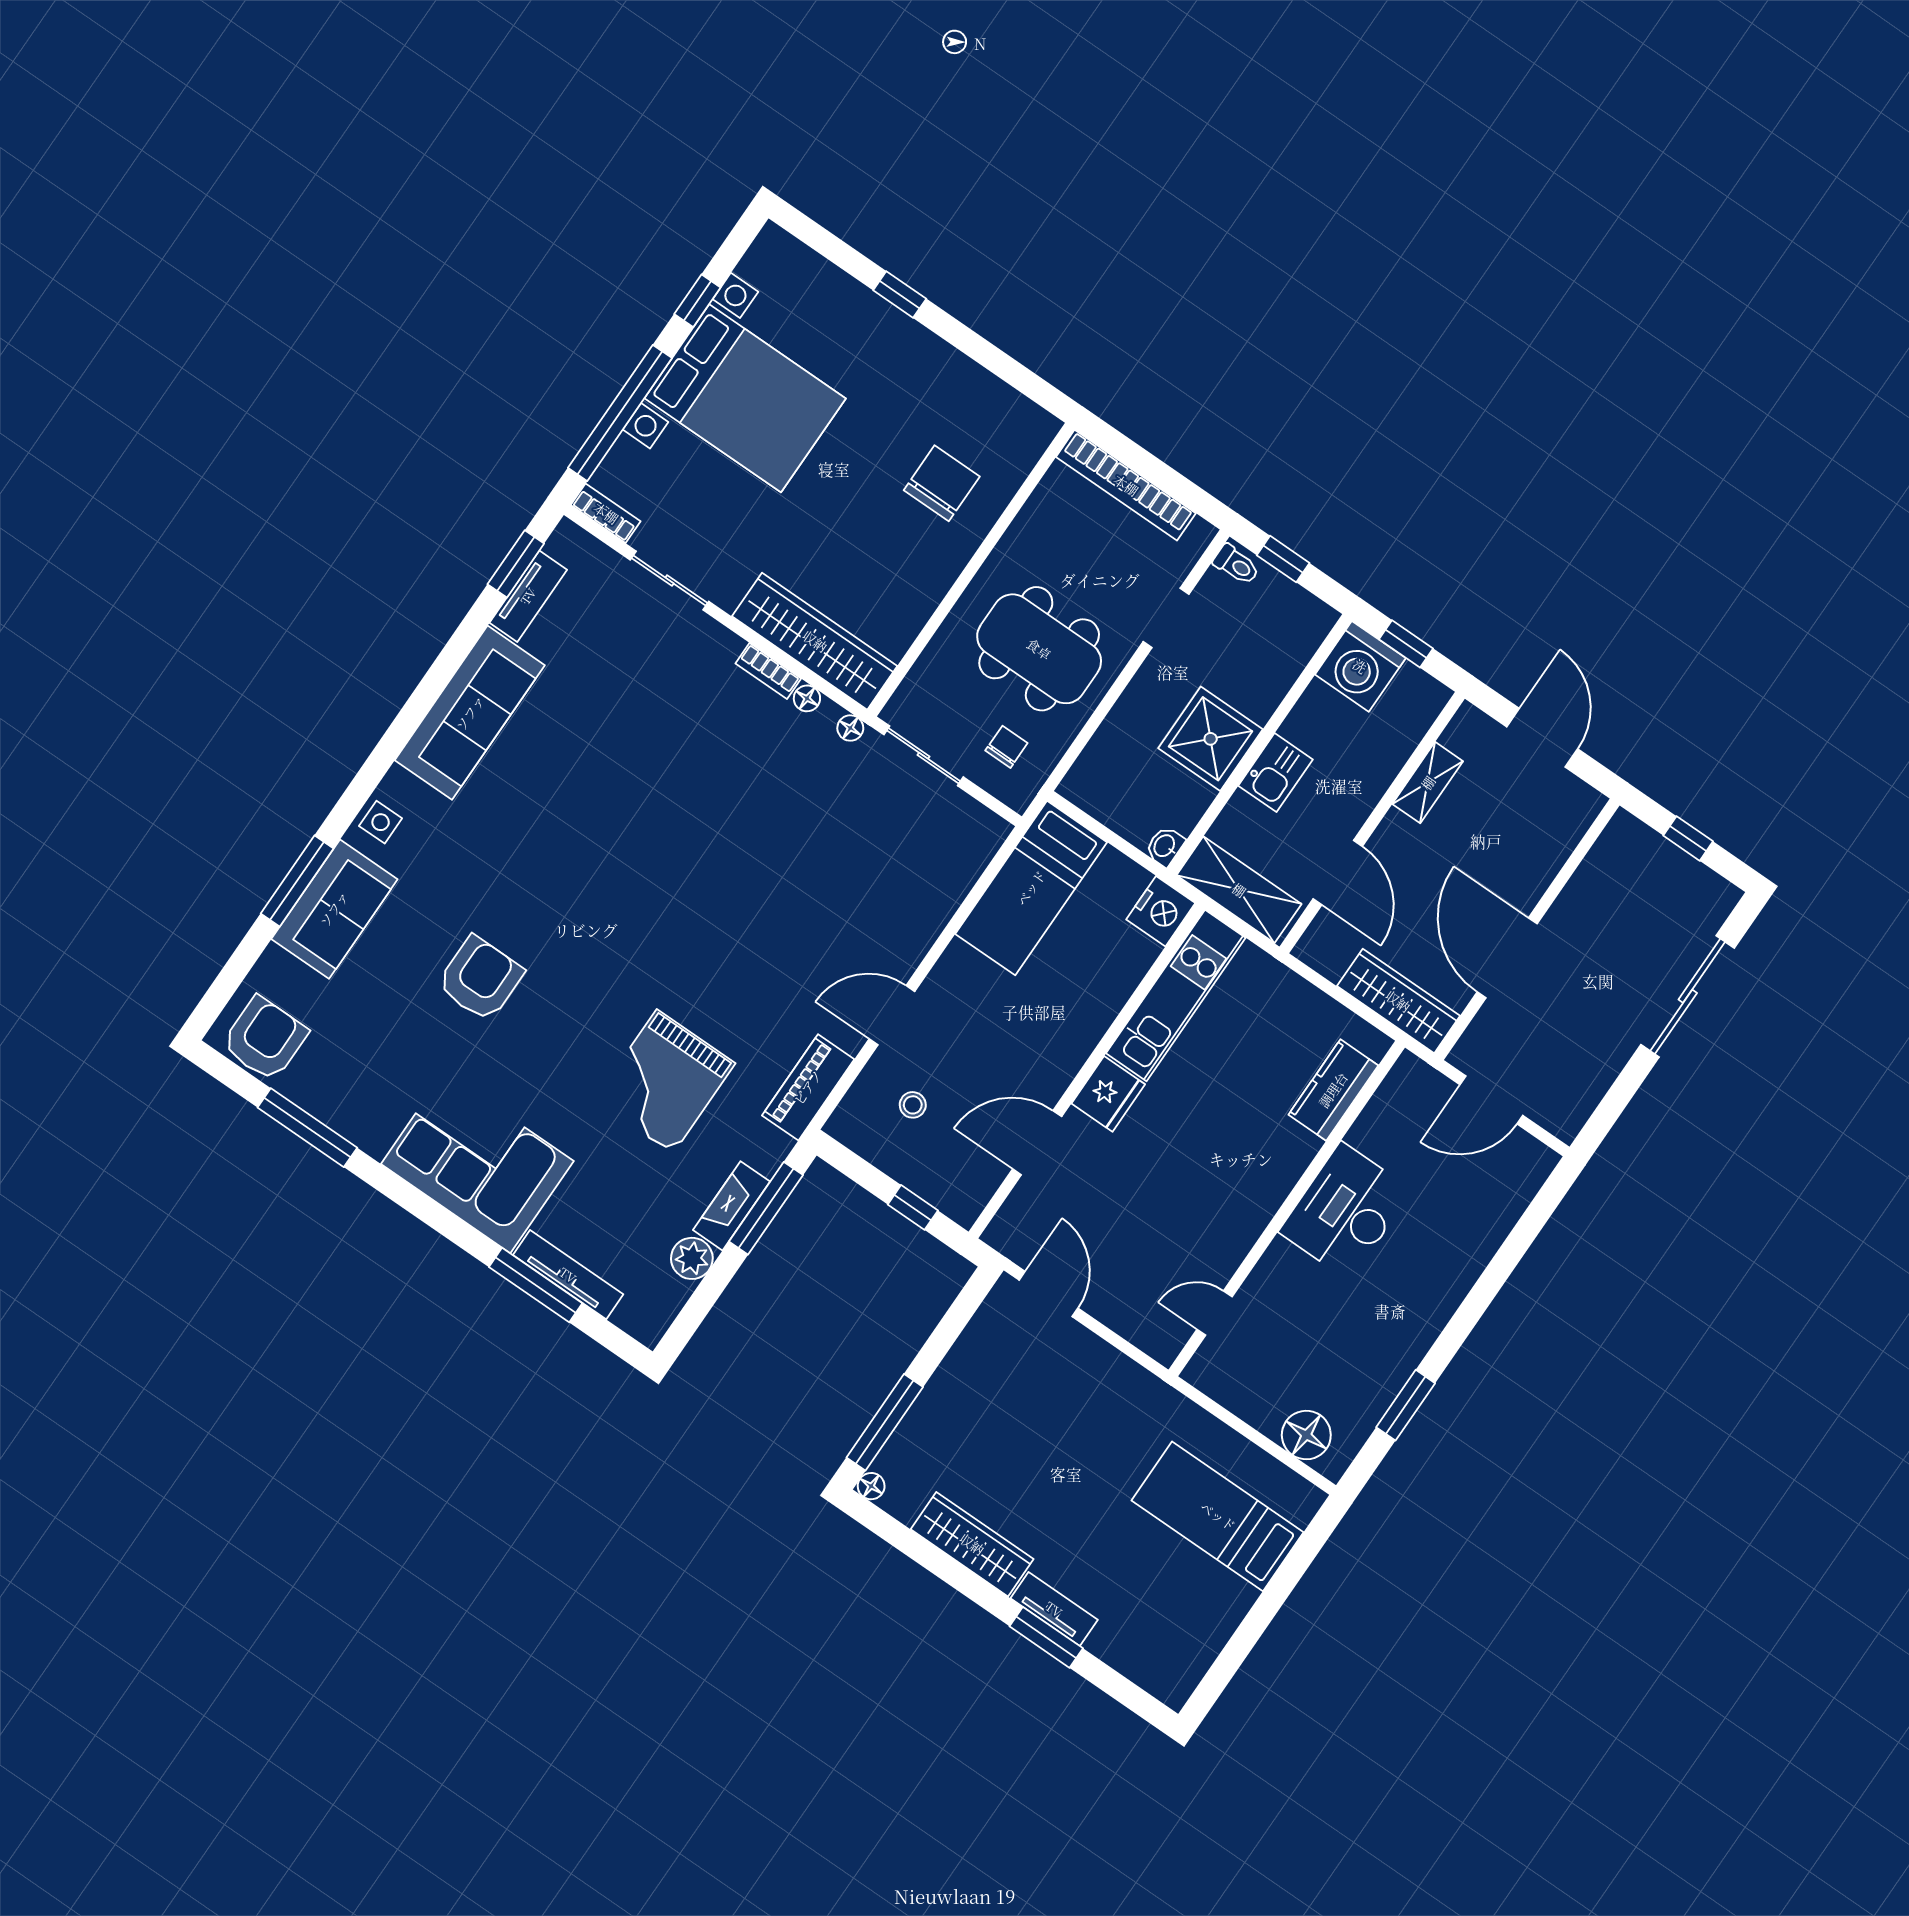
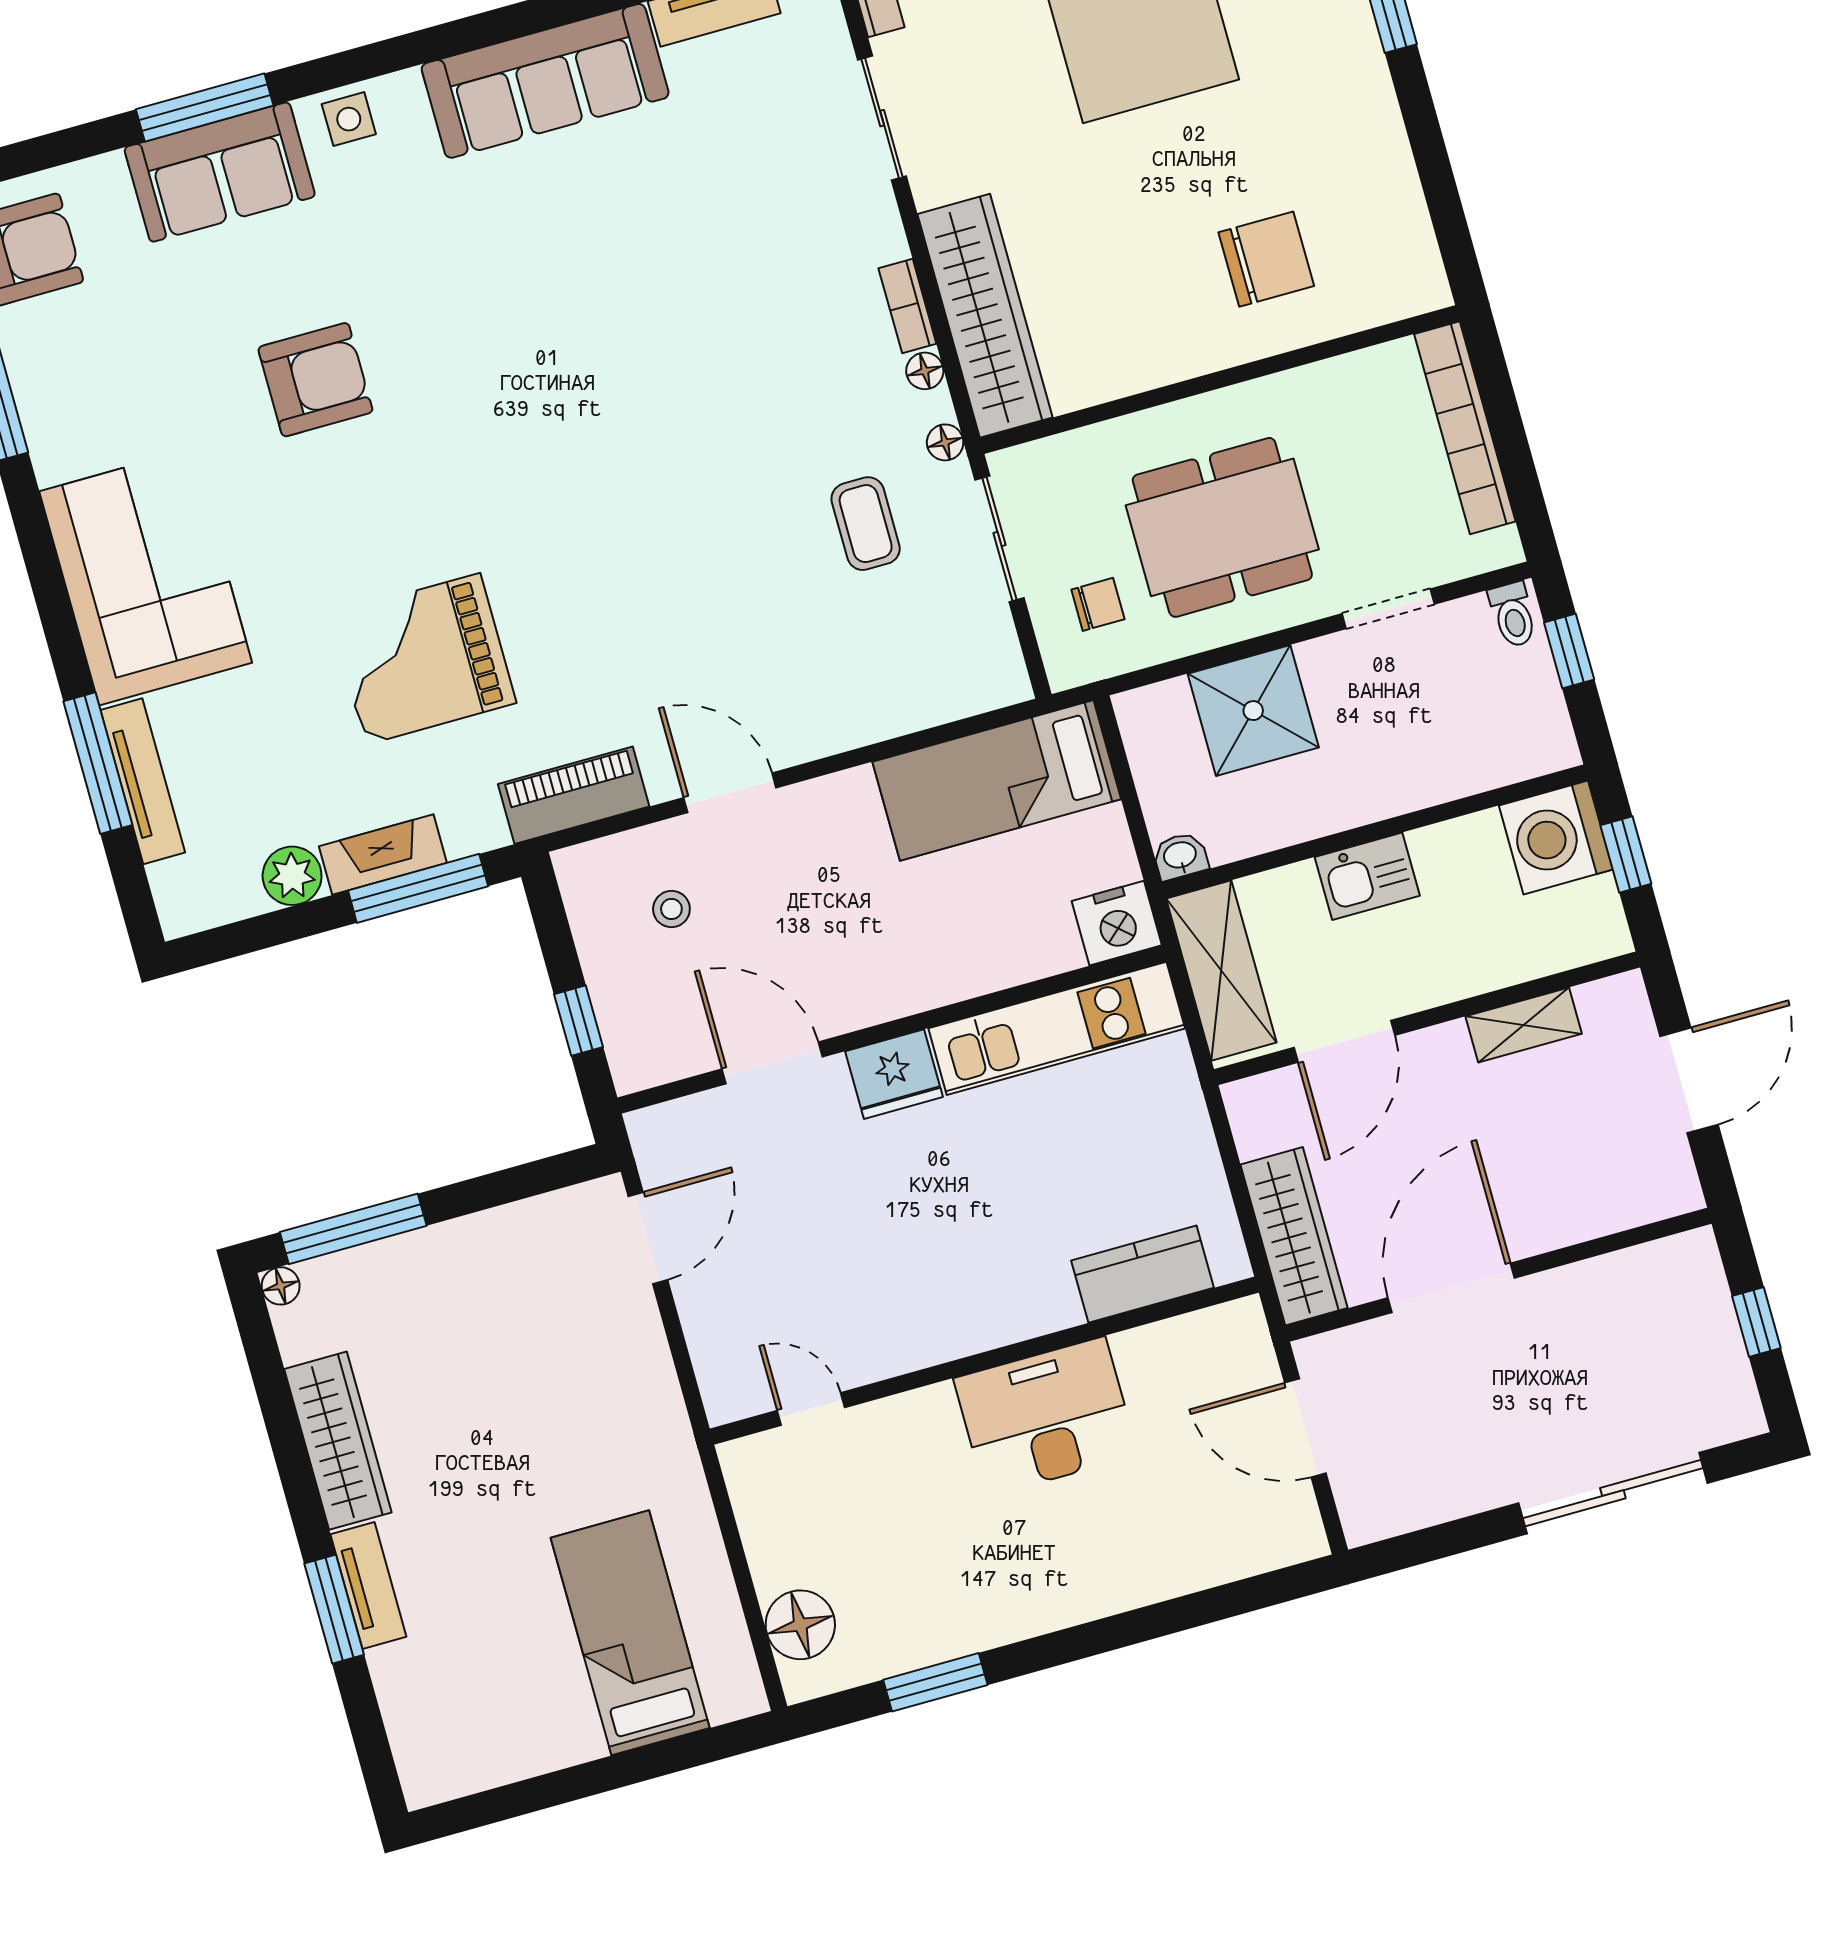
dining table: (1039, 649) -> (1222, 527), turned 90
shower: (1211, 739) -> (1253, 711), moved
coffee table: (844, 808) -> (866, 524), added

